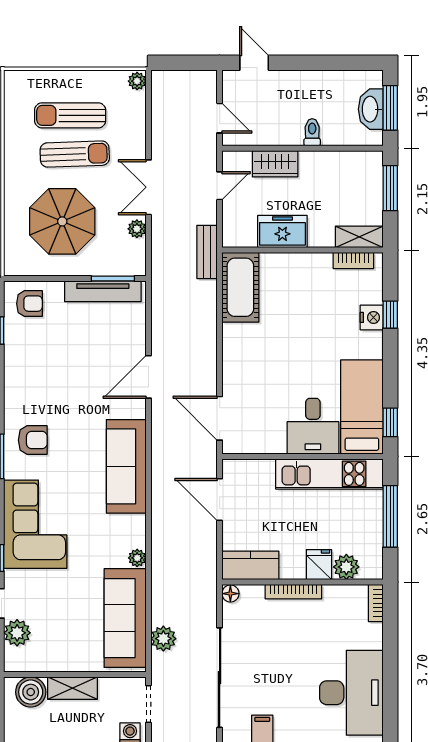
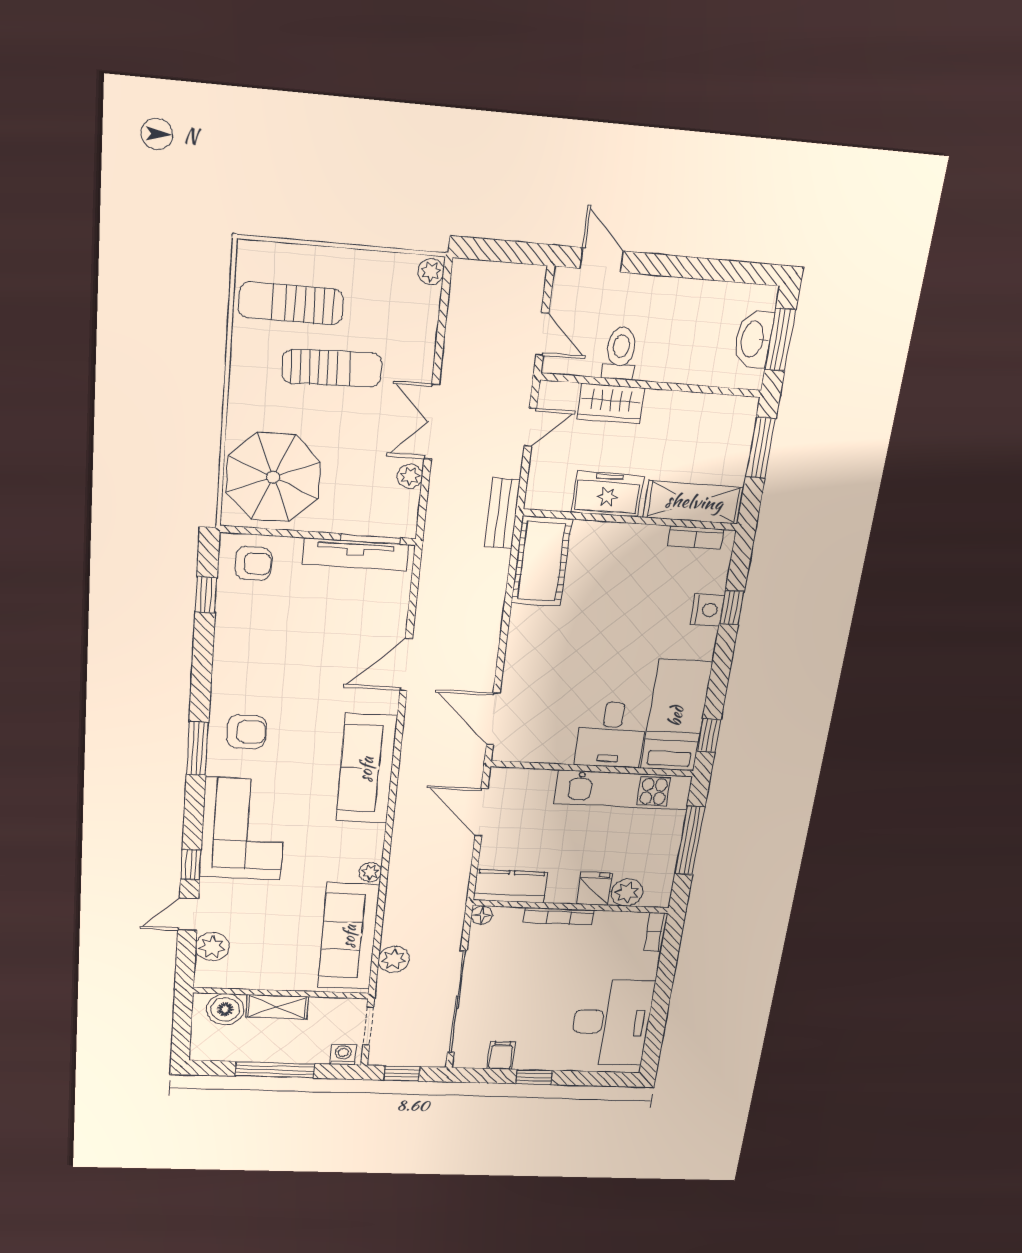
sun lounger: (70, 115) -> (291, 303), moved
toilet: (312, 132) -> (620, 353), moved, width x1.37, depth x1.39
parasol: (62, 221) -> (273, 477), moved
shelving: (359, 237) -> (694, 502), width x1.50, depth x1.33

